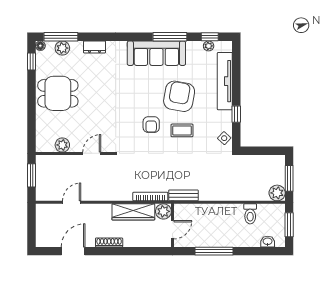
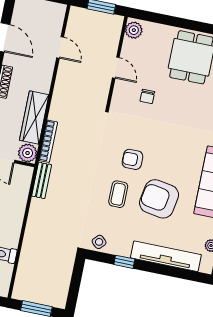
armchair: (179, 96) -> (159, 199), turned 180
chair: (97, 123) -> (147, 96), added
plant: (62, 145) -> (134, 30), moved
door: (92, 153) -> (116, 68), moved
plant: (277, 193) -> (22, 291), removed

